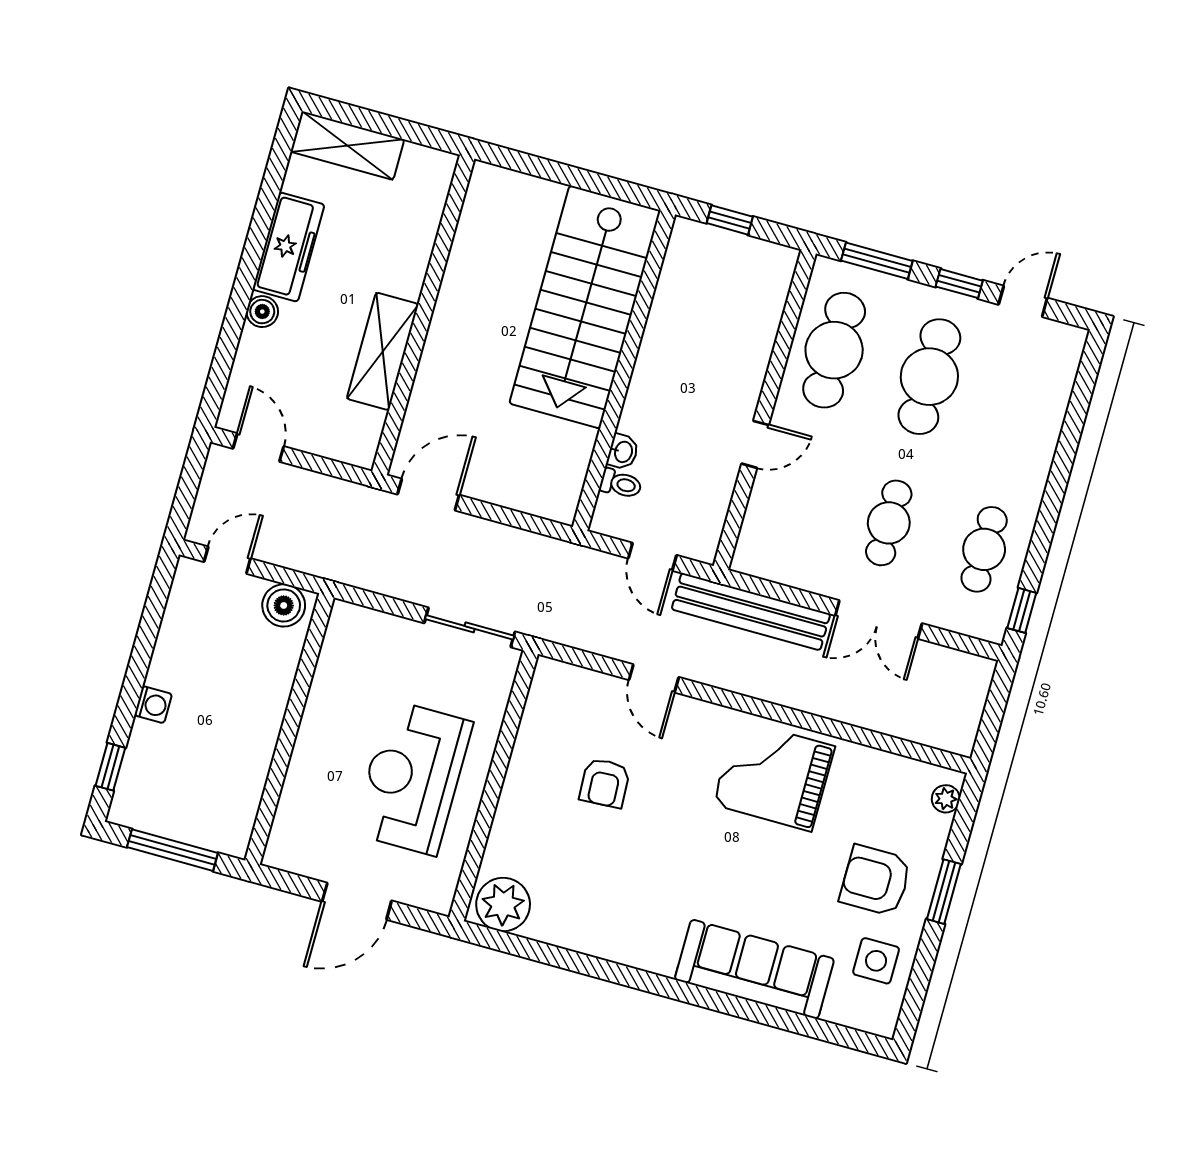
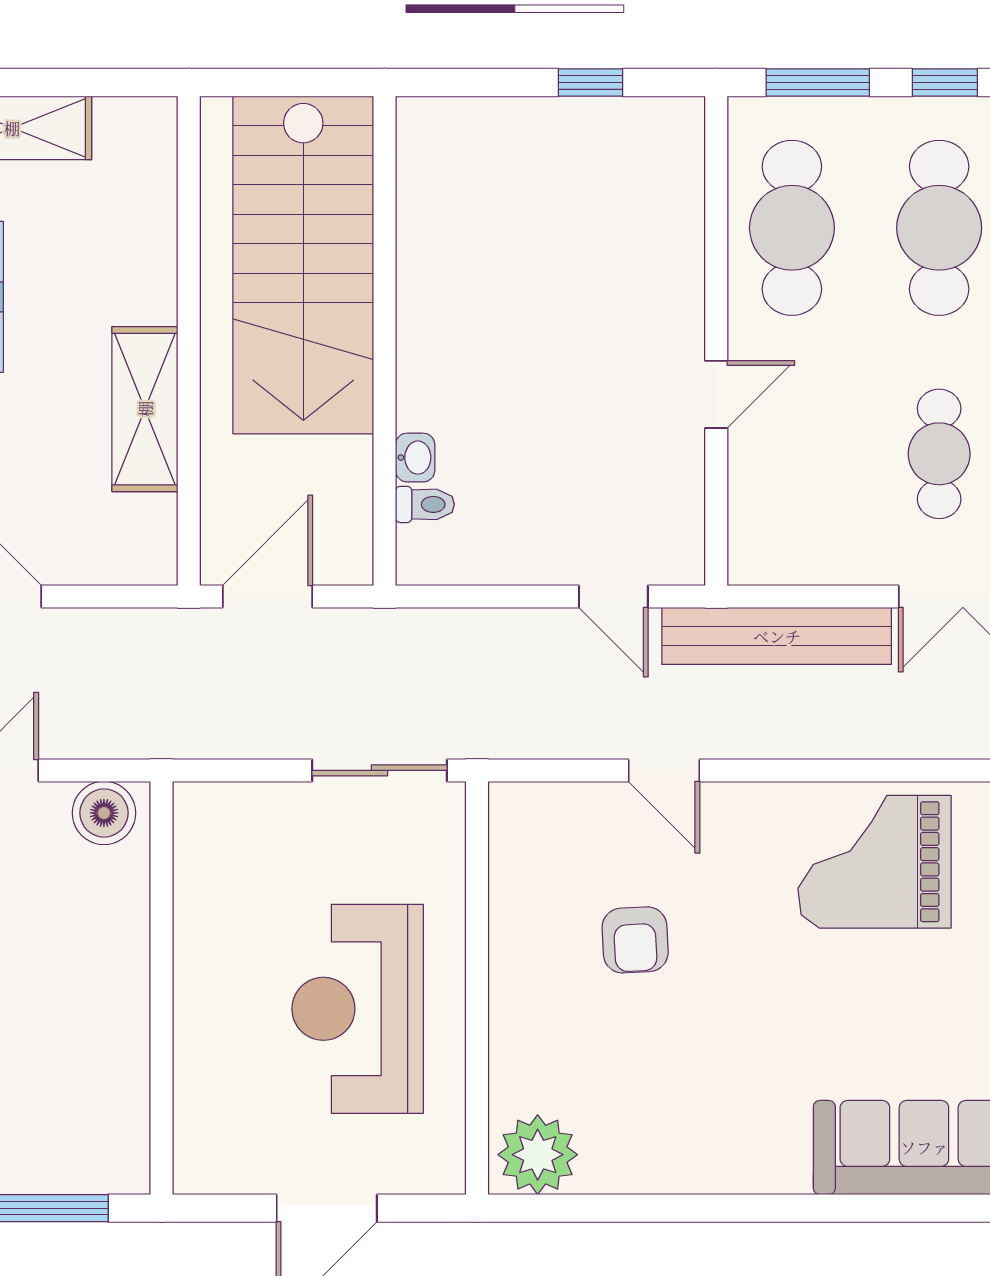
stairs: (585, 307) -> (303, 265), moved
wall: (624, 371) -> (384, 341), moved
washbasin: (623, 452) -> (415, 458), moved
toilet: (621, 484) -> (425, 504), moved

